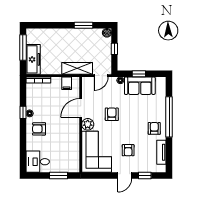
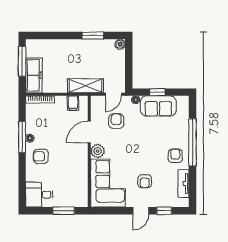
window: (114, 49) -> (129, 63), removed
window: (23, 112) -> (22, 137), width x2.17
armchair: (112, 114) -> (116, 121), moved

